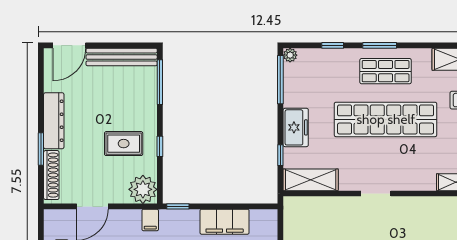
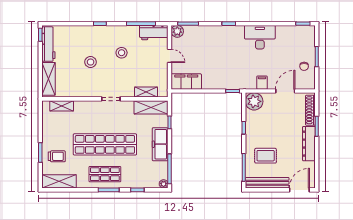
freezer: (296, 127) -> (160, 144), width x1.40
rug: (124, 144) -> (266, 156), moved
shelving: (319, 205) -> (146, 92), added
filing cabinet: (150, 220) -> (262, 83), moved
filing cabinet: (225, 222) -> (186, 82), moved

